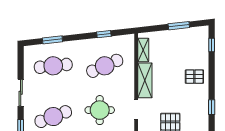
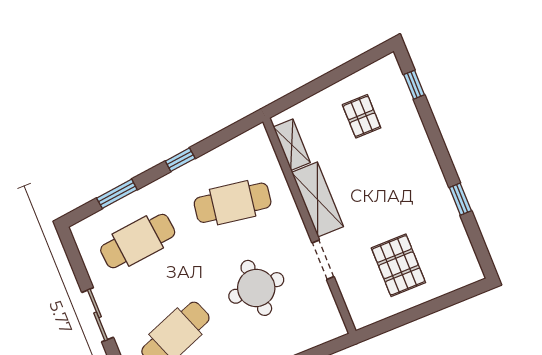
window: (179, 26) -> (339, 74), removed
window: (104, 34) -> (180, 160), moved
cafe table: (105, 66) -> (233, 203), turned 33
pallet: (194, 77) -> (362, 116), moved, turned 90

